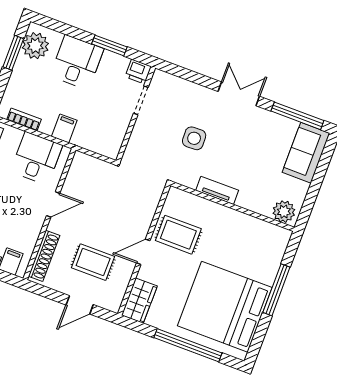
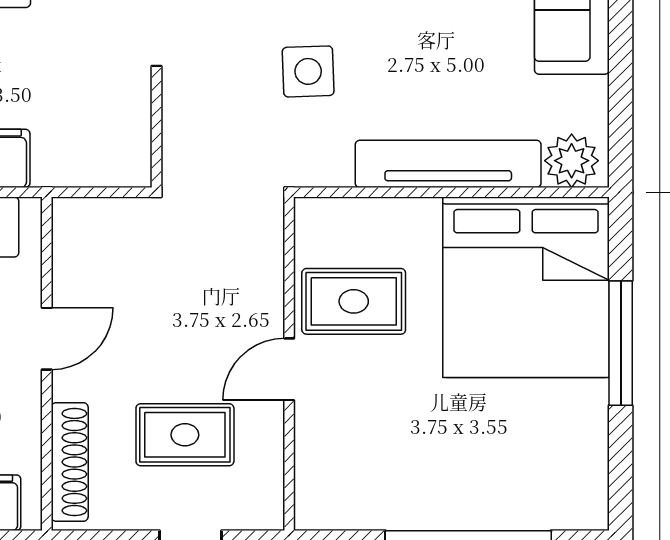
tv unit: (217, 190) -> (448, 164), width x1.92, depth x1.29
wardrobe: (139, 301) -> (322, 483), removed
bed: (225, 307) -> (526, 287), moved, turned -90

